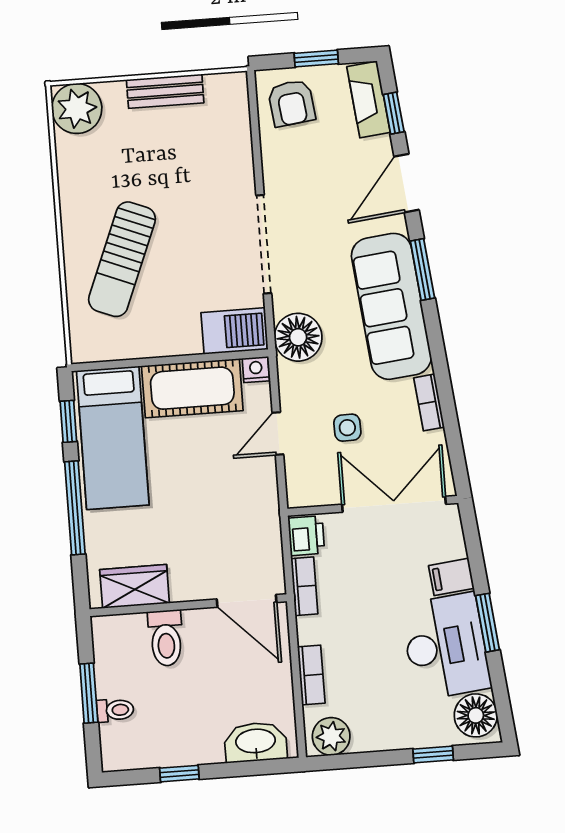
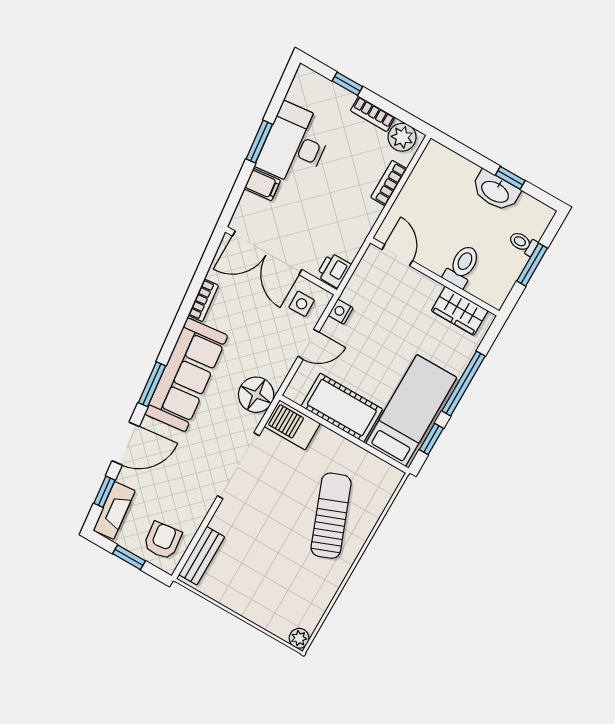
bench: (165, 91) -> (202, 556), moved, turned 90
plant: (77, 109) -> (299, 638), width x0.53, depth x0.53
sun lounger: (122, 259) -> (331, 516), turned -43
nightstand: (256, 370) -> (341, 312), moved, turned 90
side table: (347, 428) -> (302, 304), moved
bookcase: (304, 586) -> (373, 114), moved, turned -90
door: (247, 601) -> (397, 255), width x0.73
floor lamp: (476, 715) -> (305, 90), removed
washbasin: (256, 742) -> (495, 191), moved

